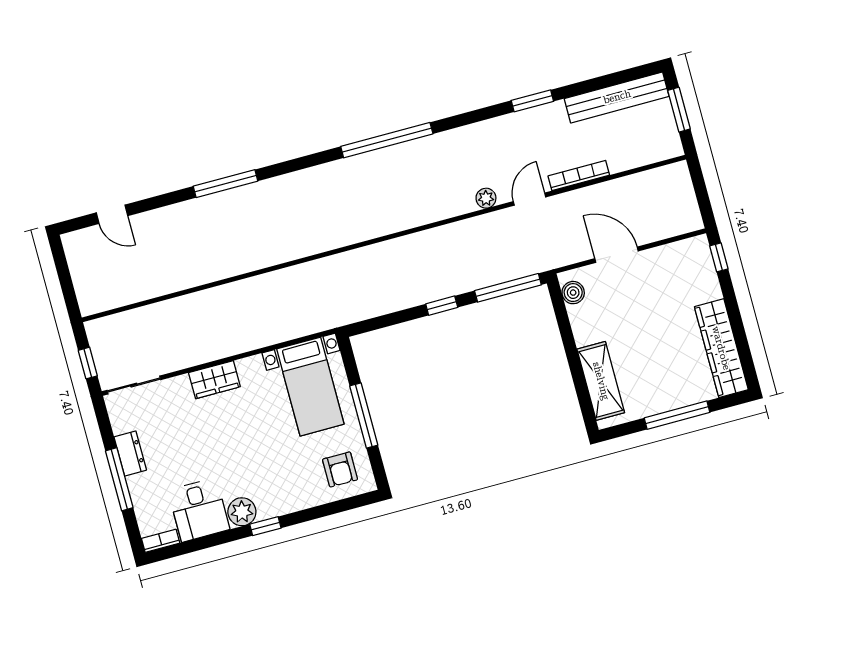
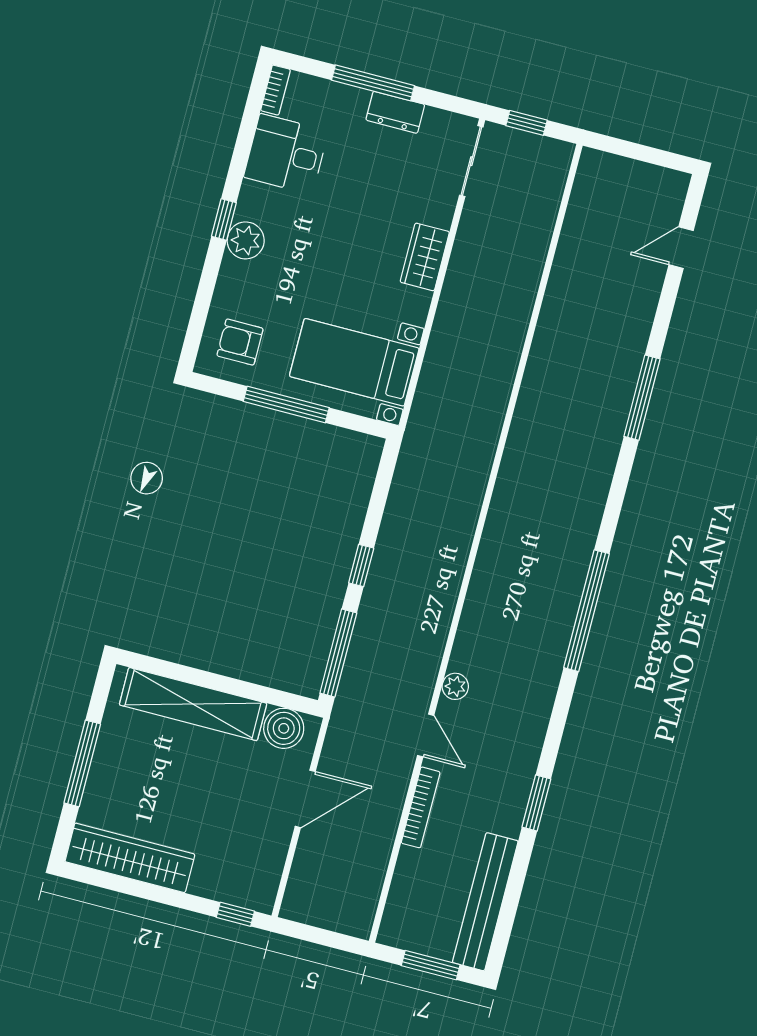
boiler: (573, 293) -> (284, 728), width x1.36, depth x1.36
shelving: (601, 381) -> (193, 704), width x1.47
plant: (242, 512) -> (246, 240), moved

